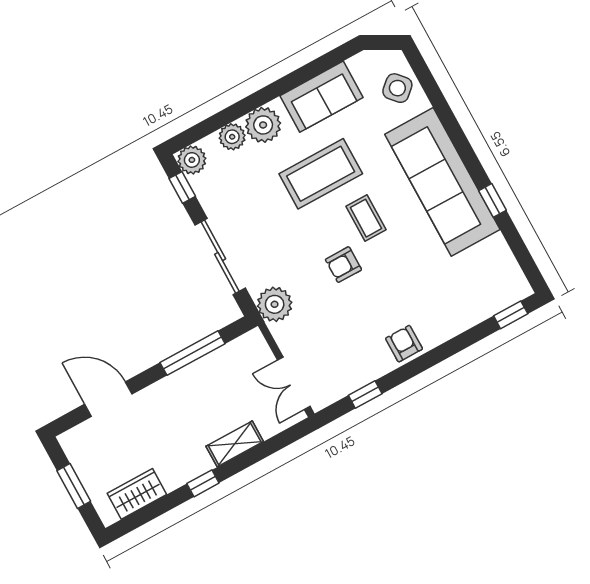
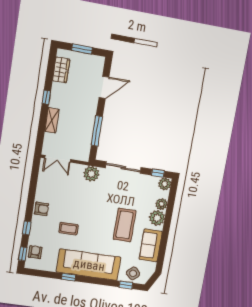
window: (429, 84) -> (126, 285), added
coffee table: (366, 218) -> (69, 229), moved
armchair: (343, 265) -> (35, 252), moved
double door: (294, 383) -> (58, 159), swing flipped
window: (365, 394) -> (27, 228), moved

